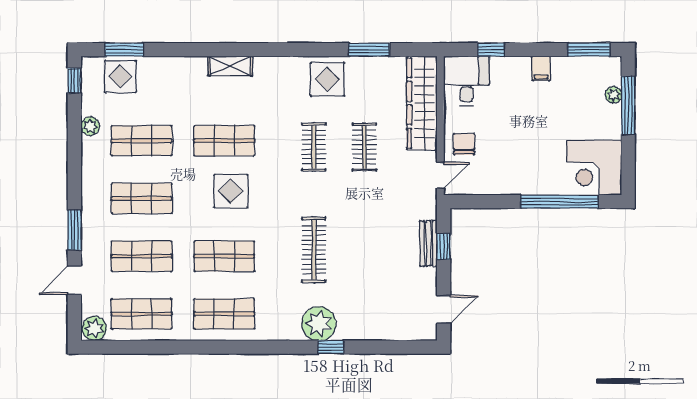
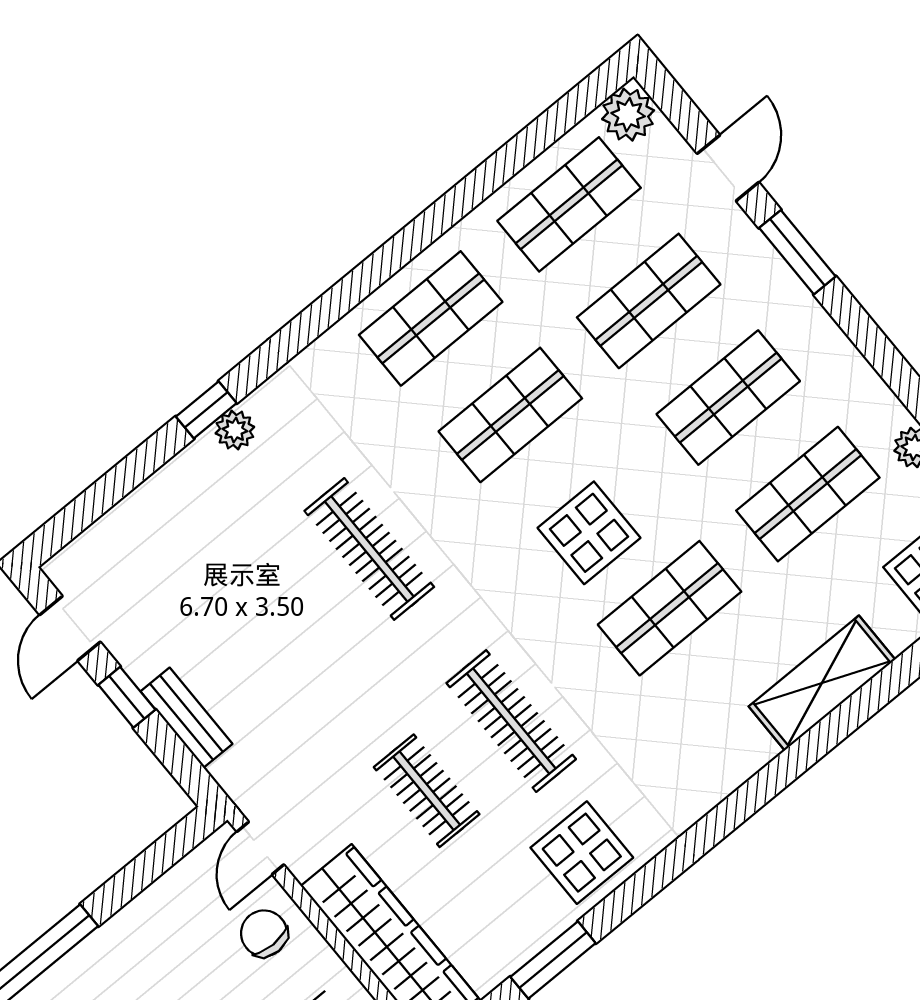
shelving: (230, 66) -> (822, 683), moved, width x1.50, depth x1.33
chair: (464, 144) -> (264, 933), turned 180
clothes rail: (314, 147) -> (511, 721), width x1.36
window: (444, 247) -> (127, 697), moved
plant: (319, 324) -> (235, 430), width x0.53, depth x0.53

